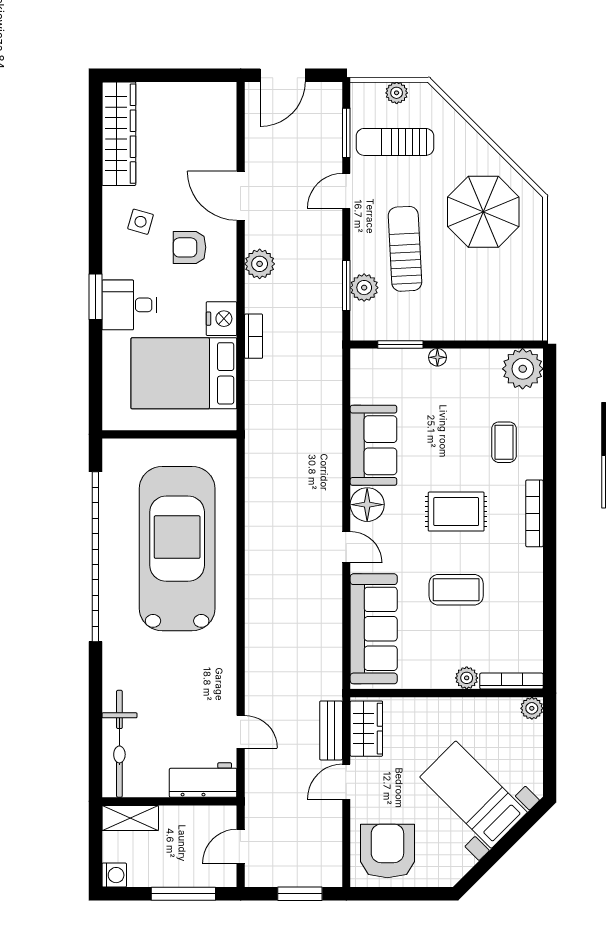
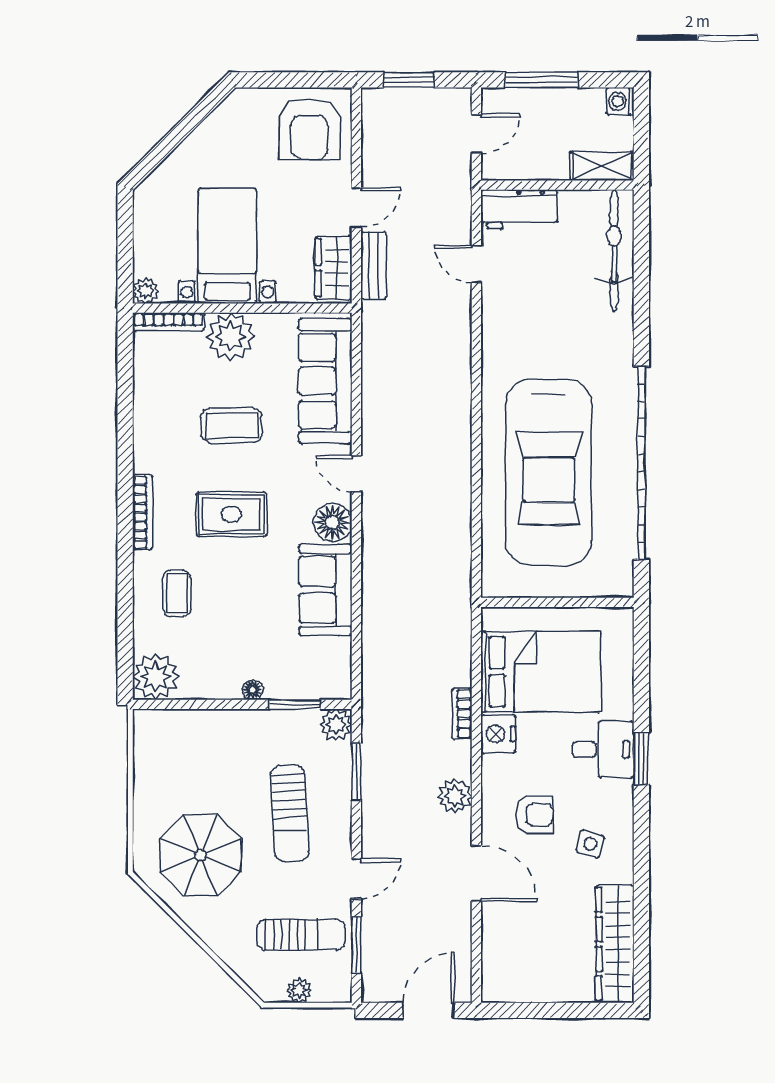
plant: (364, 288) -> (336, 725), moved
plant: (467, 678) -> (231, 337), width x1.88, depth x1.88
bed with nightstands: (474, 795) -> (227, 246), moved, turned -135

